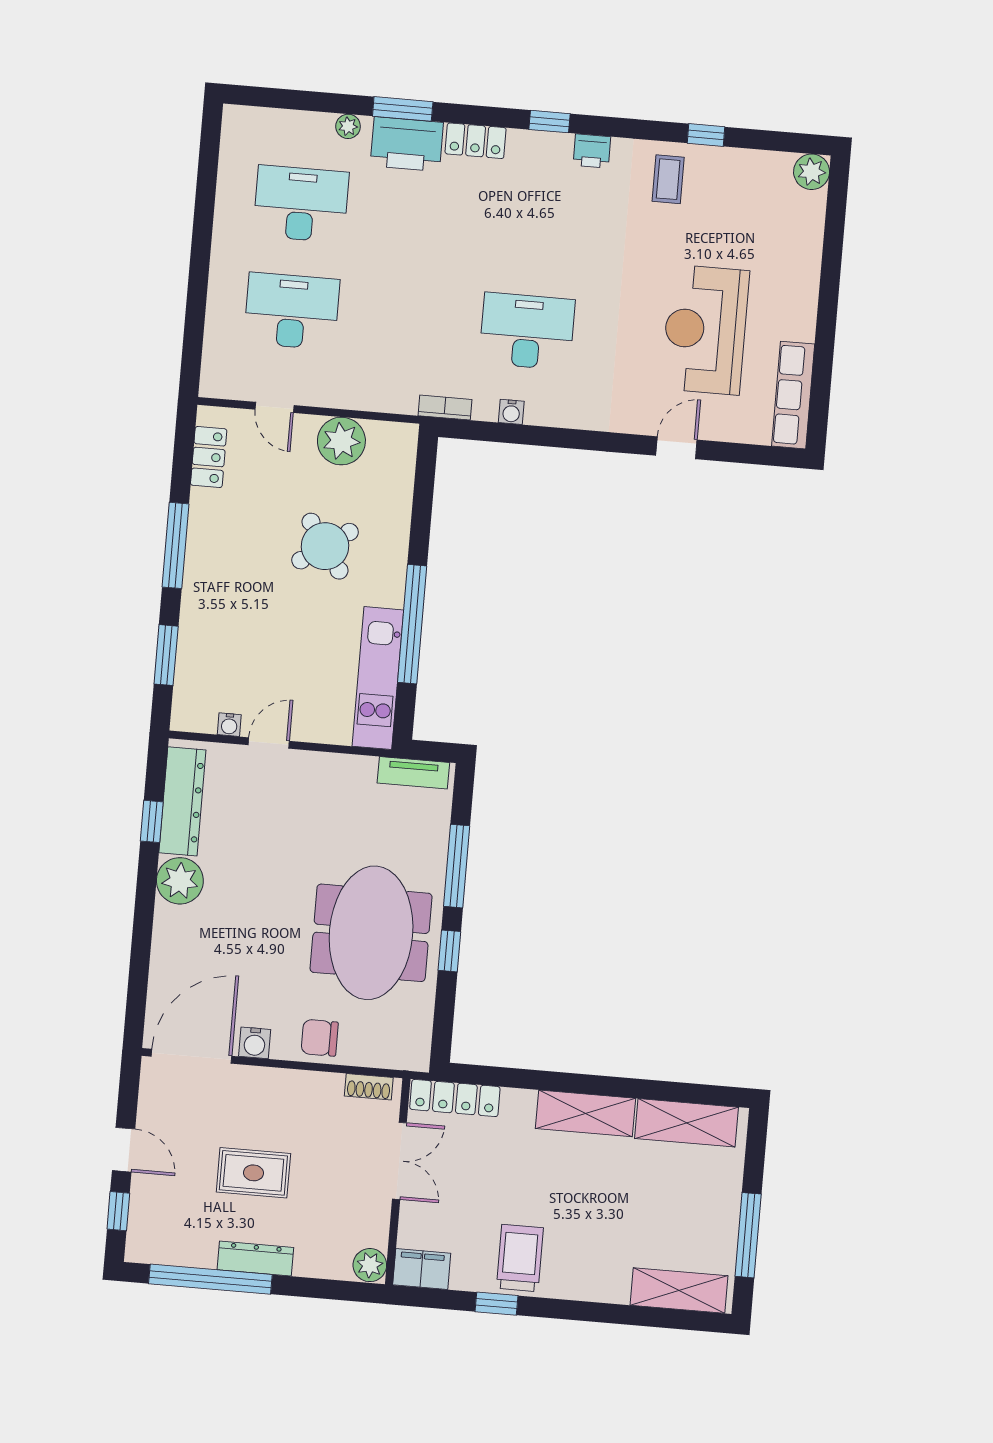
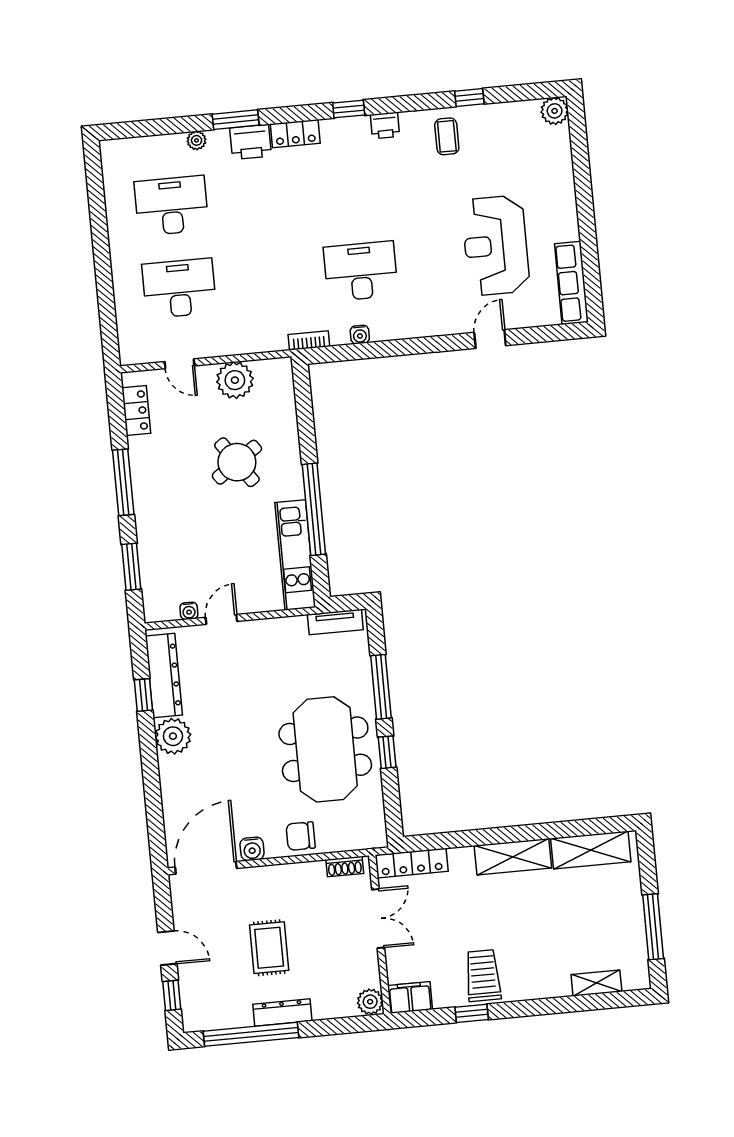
printer: (407, 144) -> (250, 142), width x0.73, depth x0.84
rug: (253, 1173) -> (269, 948), turned 90
shelving: (679, 1290) -> (596, 983), width x0.67, depth x0.75

